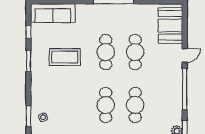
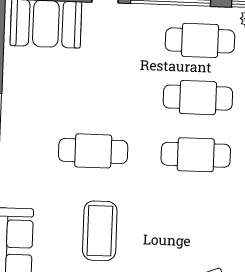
cafe table: (135, 52) -> (200, 40), moved

